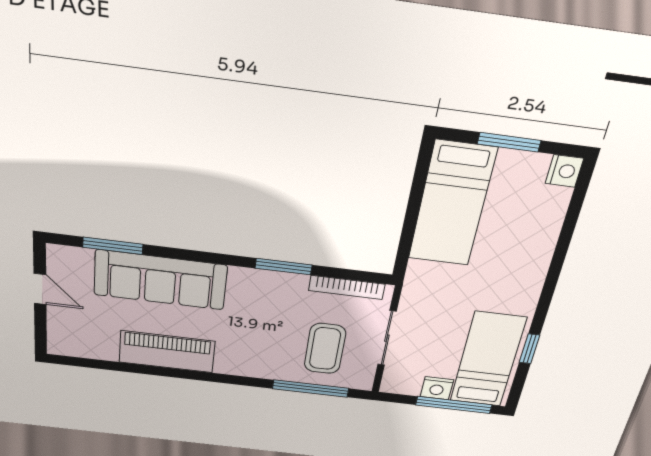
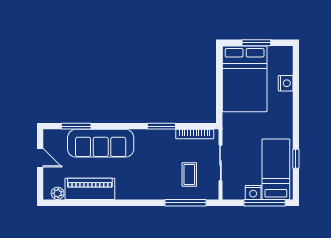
nightstand: (564, 171) -> (286, 83), moved
bed: (452, 204) -> (245, 79), width x1.50
plant: (74, 348) -> (58, 193), added
coffee table: (325, 349) -> (189, 174), width x0.73, depth x0.77
piano: (167, 352) -> (90, 189), moved

